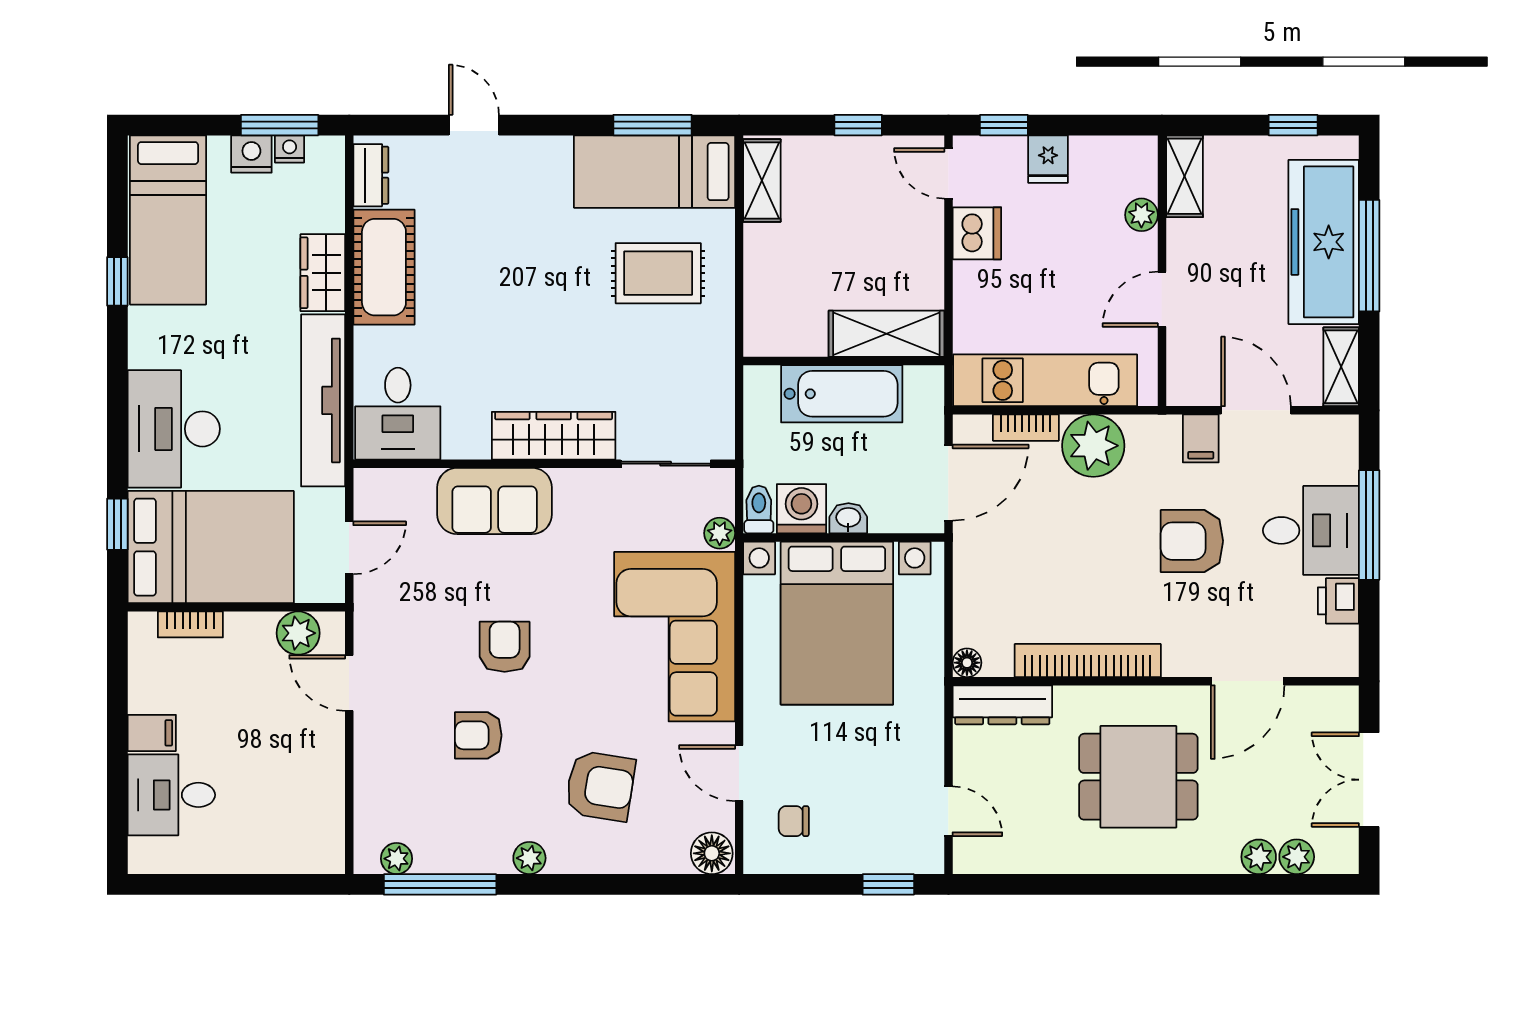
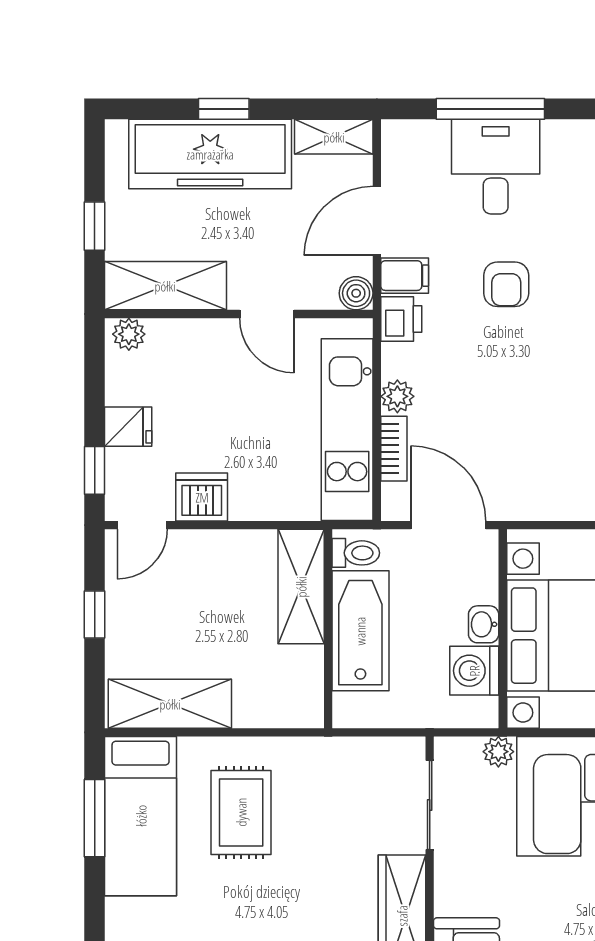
window: (1293, 125) -> (95, 226), moved
shelving: (1184, 176) -> (165, 286), width x1.50, depth x1.33
shelving: (762, 180) -> (170, 704), width x1.50, depth x1.33
plant: (1141, 215) -> (129, 334), moved
window: (1369, 256) -> (224, 109), width x0.46
boiler: (1183, 389) -> (356, 293), added
plant: (1093, 446) -> (397, 396), width x0.53, depth x0.53
toilet: (759, 510) -> (356, 553), moved, turned 180
armchair: (1192, 541) -> (506, 284), width x0.72, depth x0.72
printer: (1338, 601) -> (401, 319), moved, turned -90

